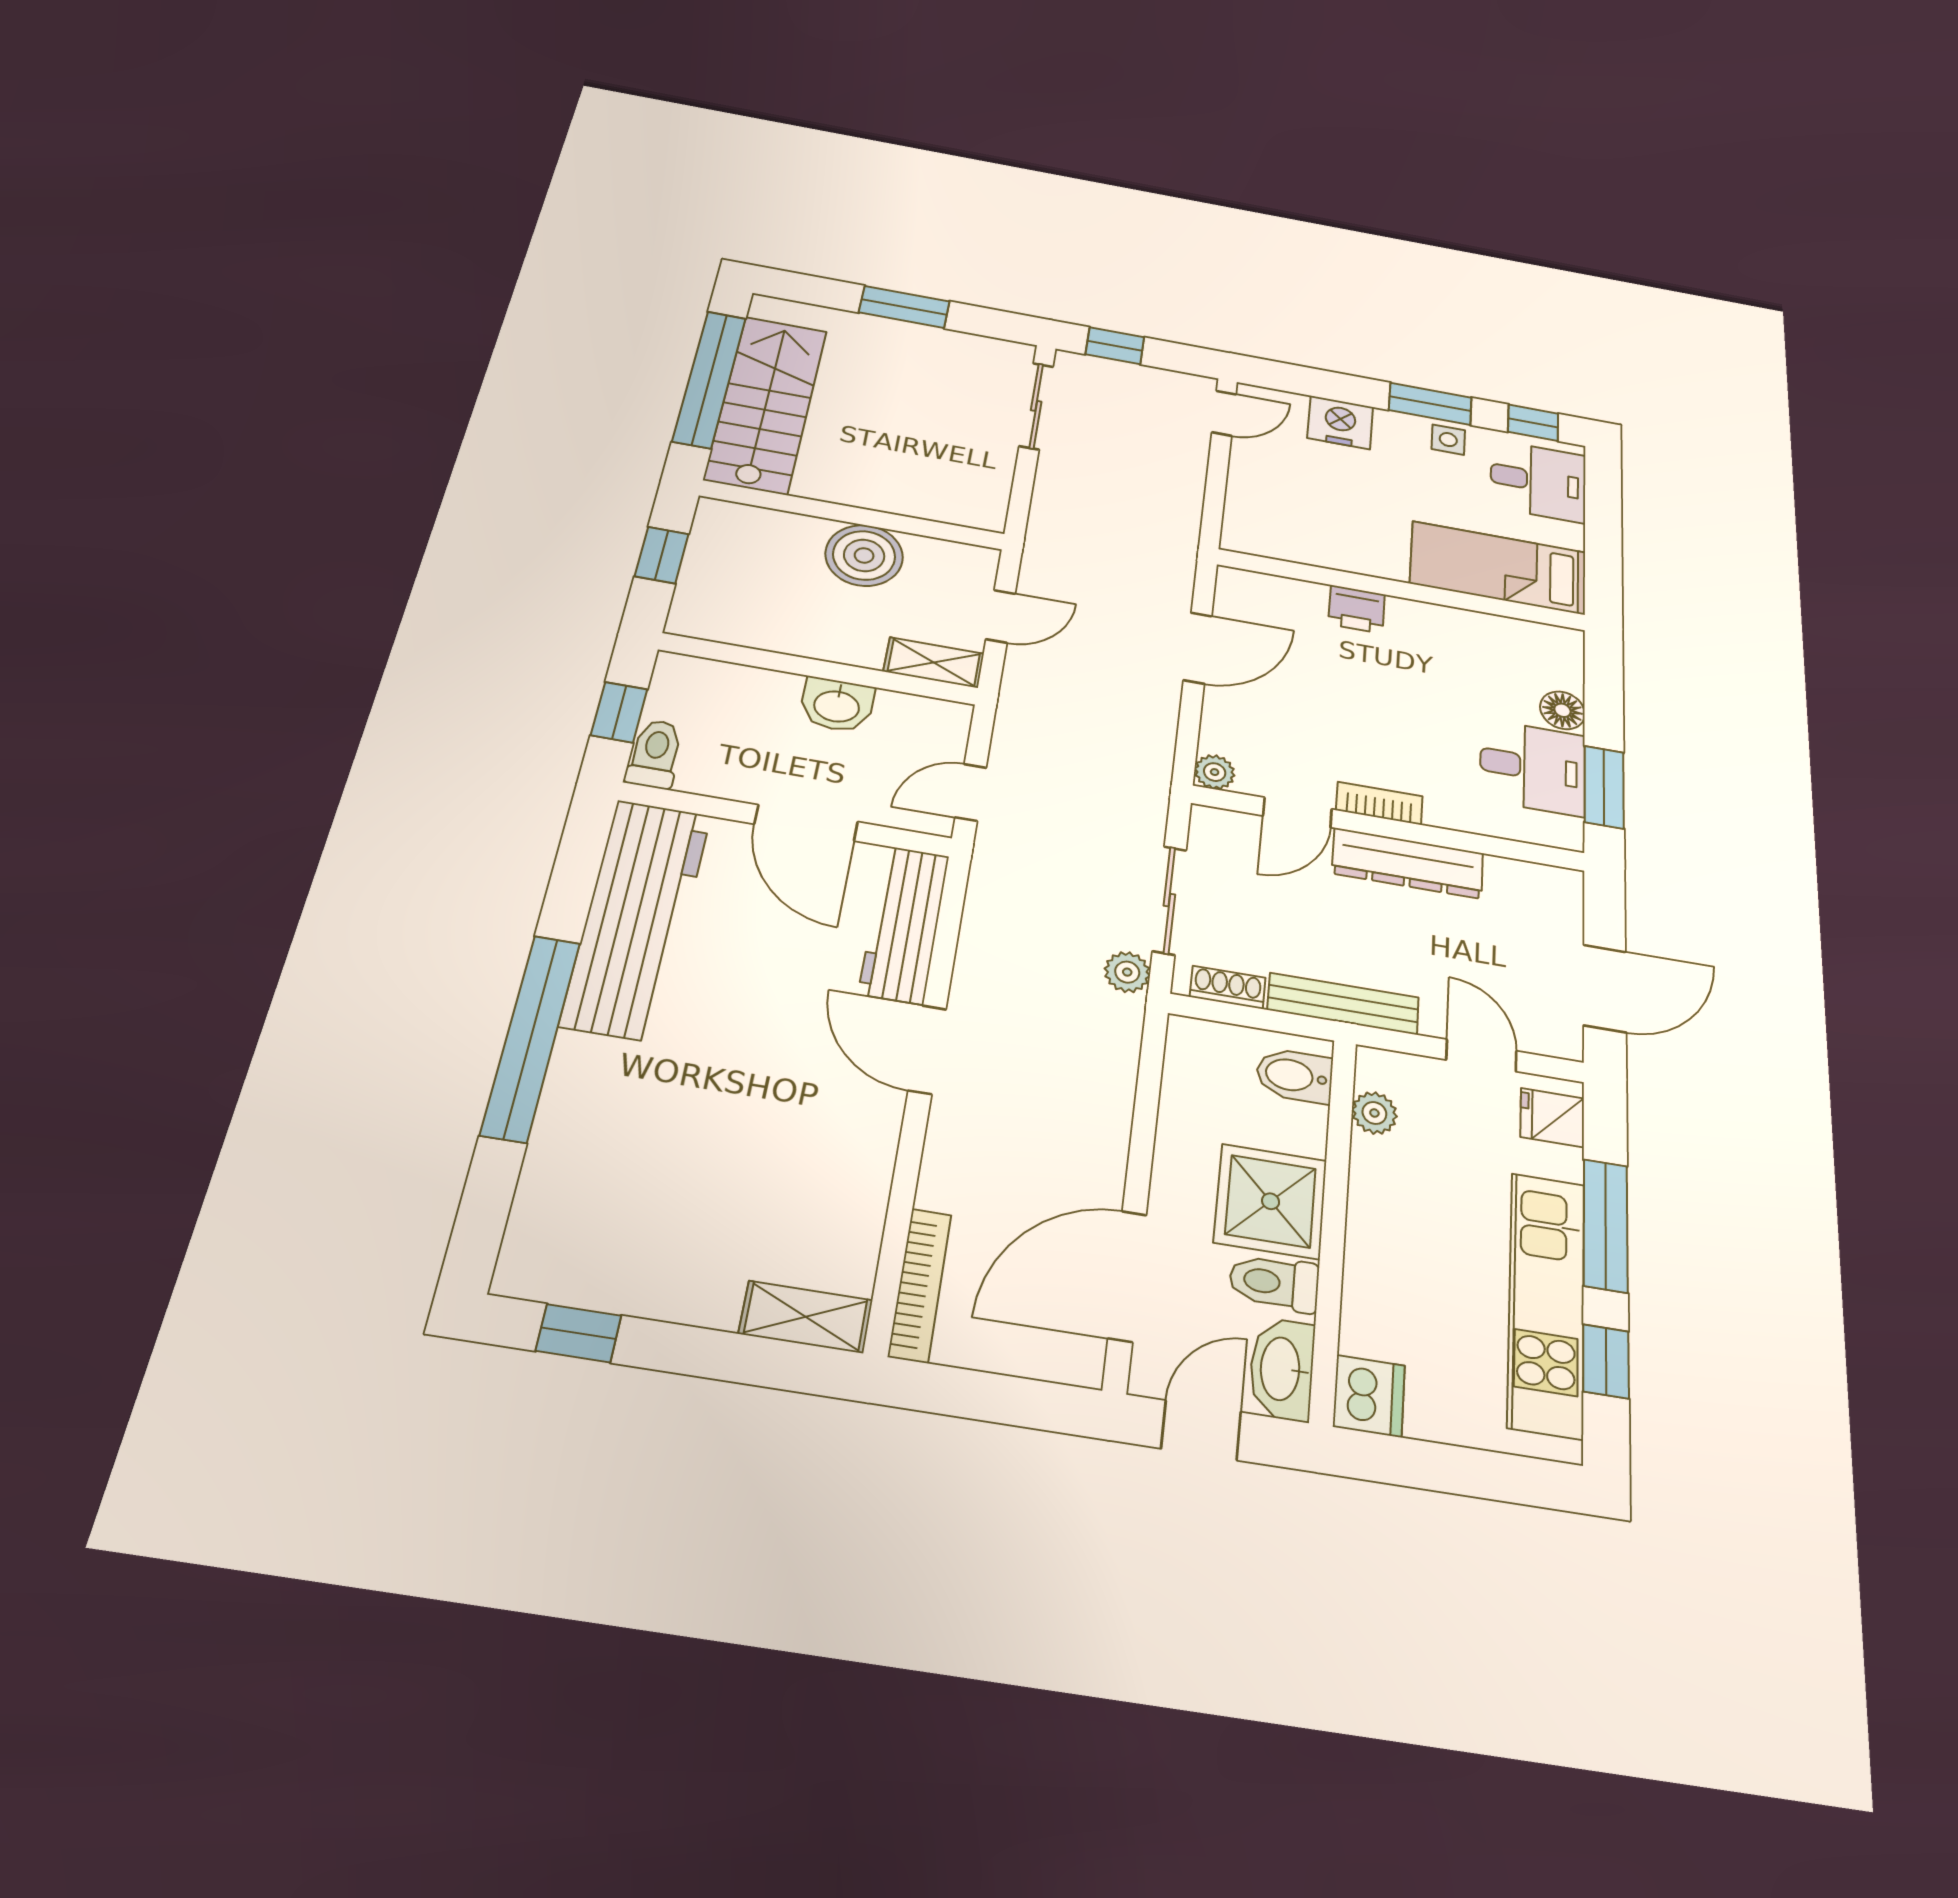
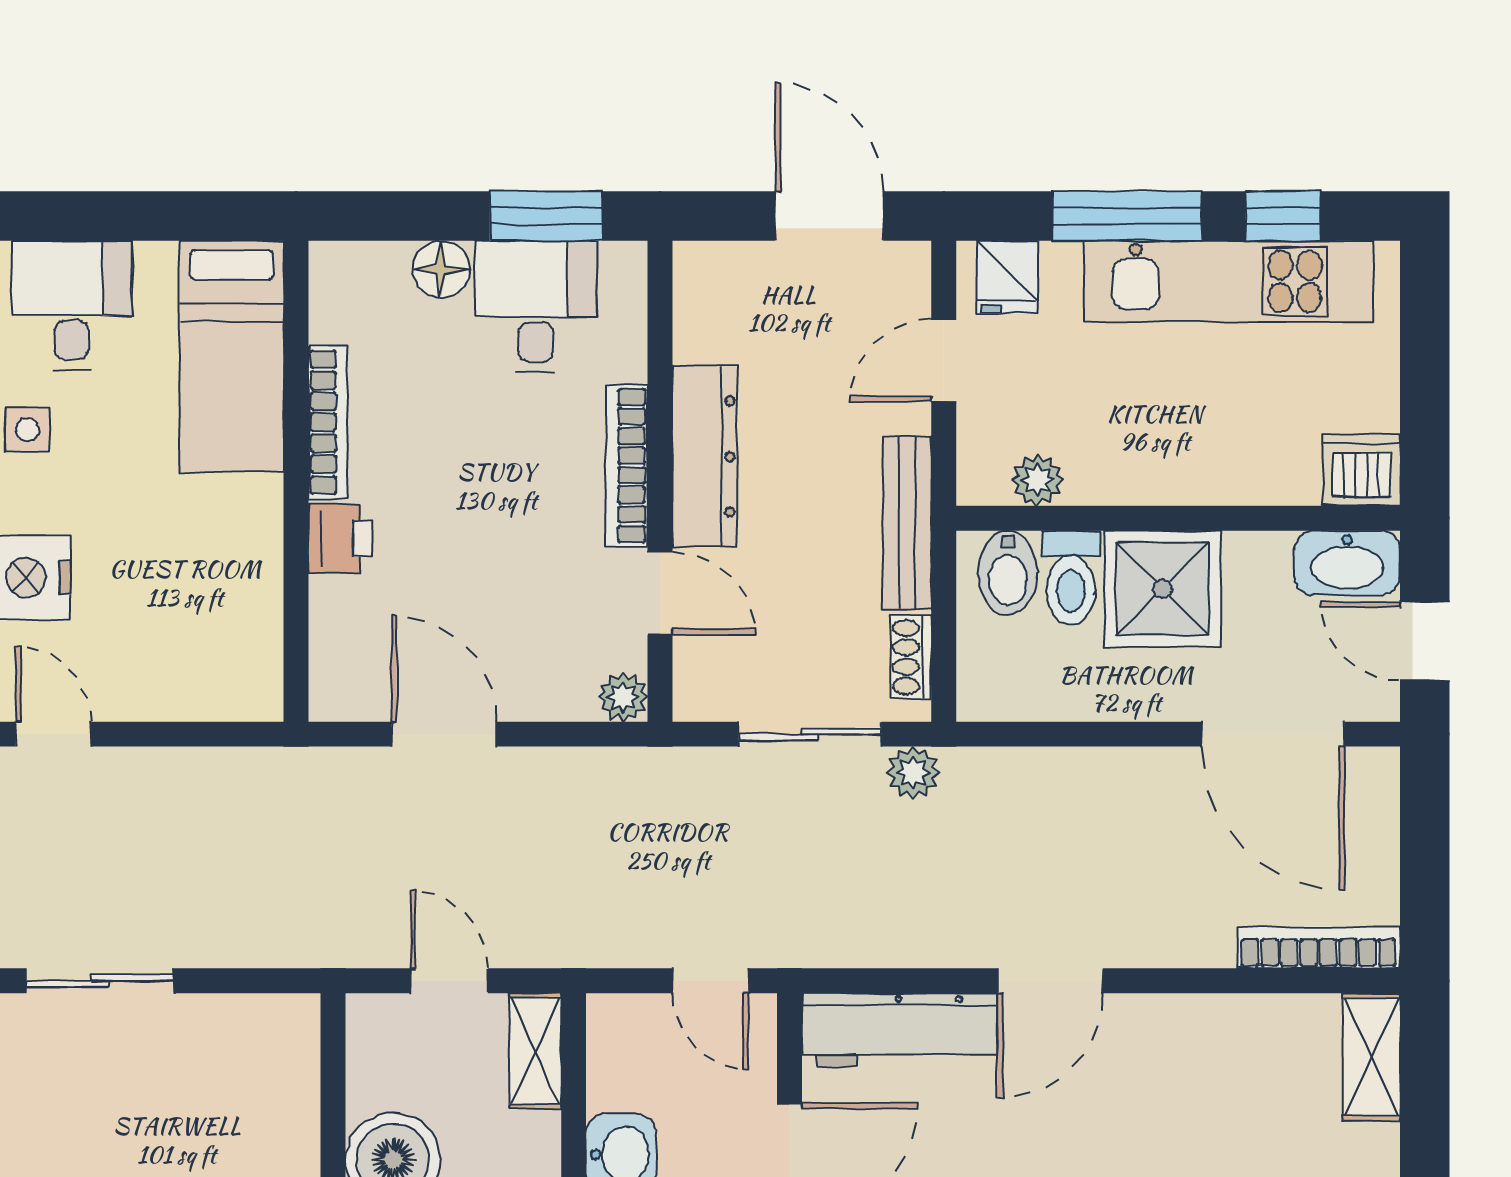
bookcase: (1446, 618) -> (328, 422), added
bookcase: (1379, 803) -> (627, 465), width x1.56
toilet: (1274, 1283) -> (1071, 578), moved

